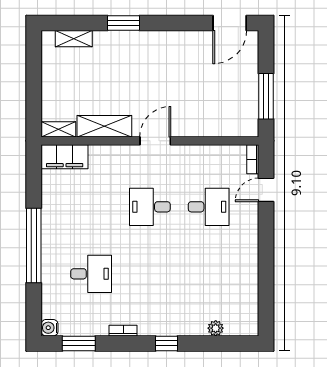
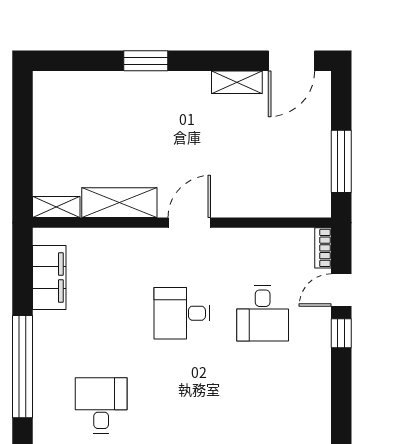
shelving: (74, 39) -> (237, 82), moved
filing cabinet: (65, 157) -> (49, 278), moved, turned -90
desk: (209, 207) -> (263, 313), turned 90
window: (266, 221) -> (341, 333), added
desk: (91, 274) -> (101, 405), turned -90

